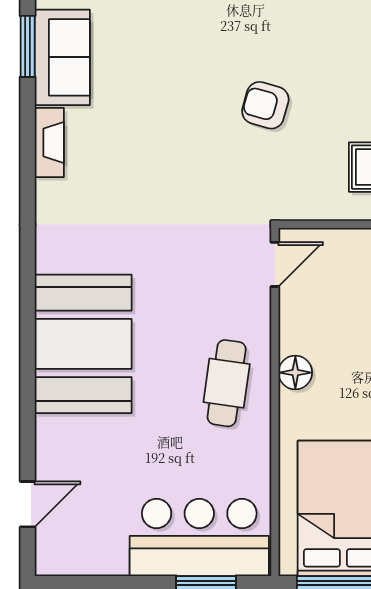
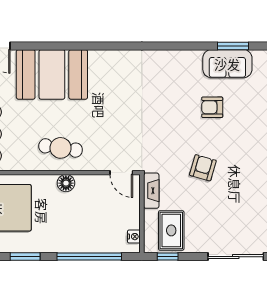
armchair: (147, 87) -> (212, 107), added
fireplace: (49, 142) -> (151, 191), moved, turned -90
booth: (83, 344) -> (52, 74), moved

